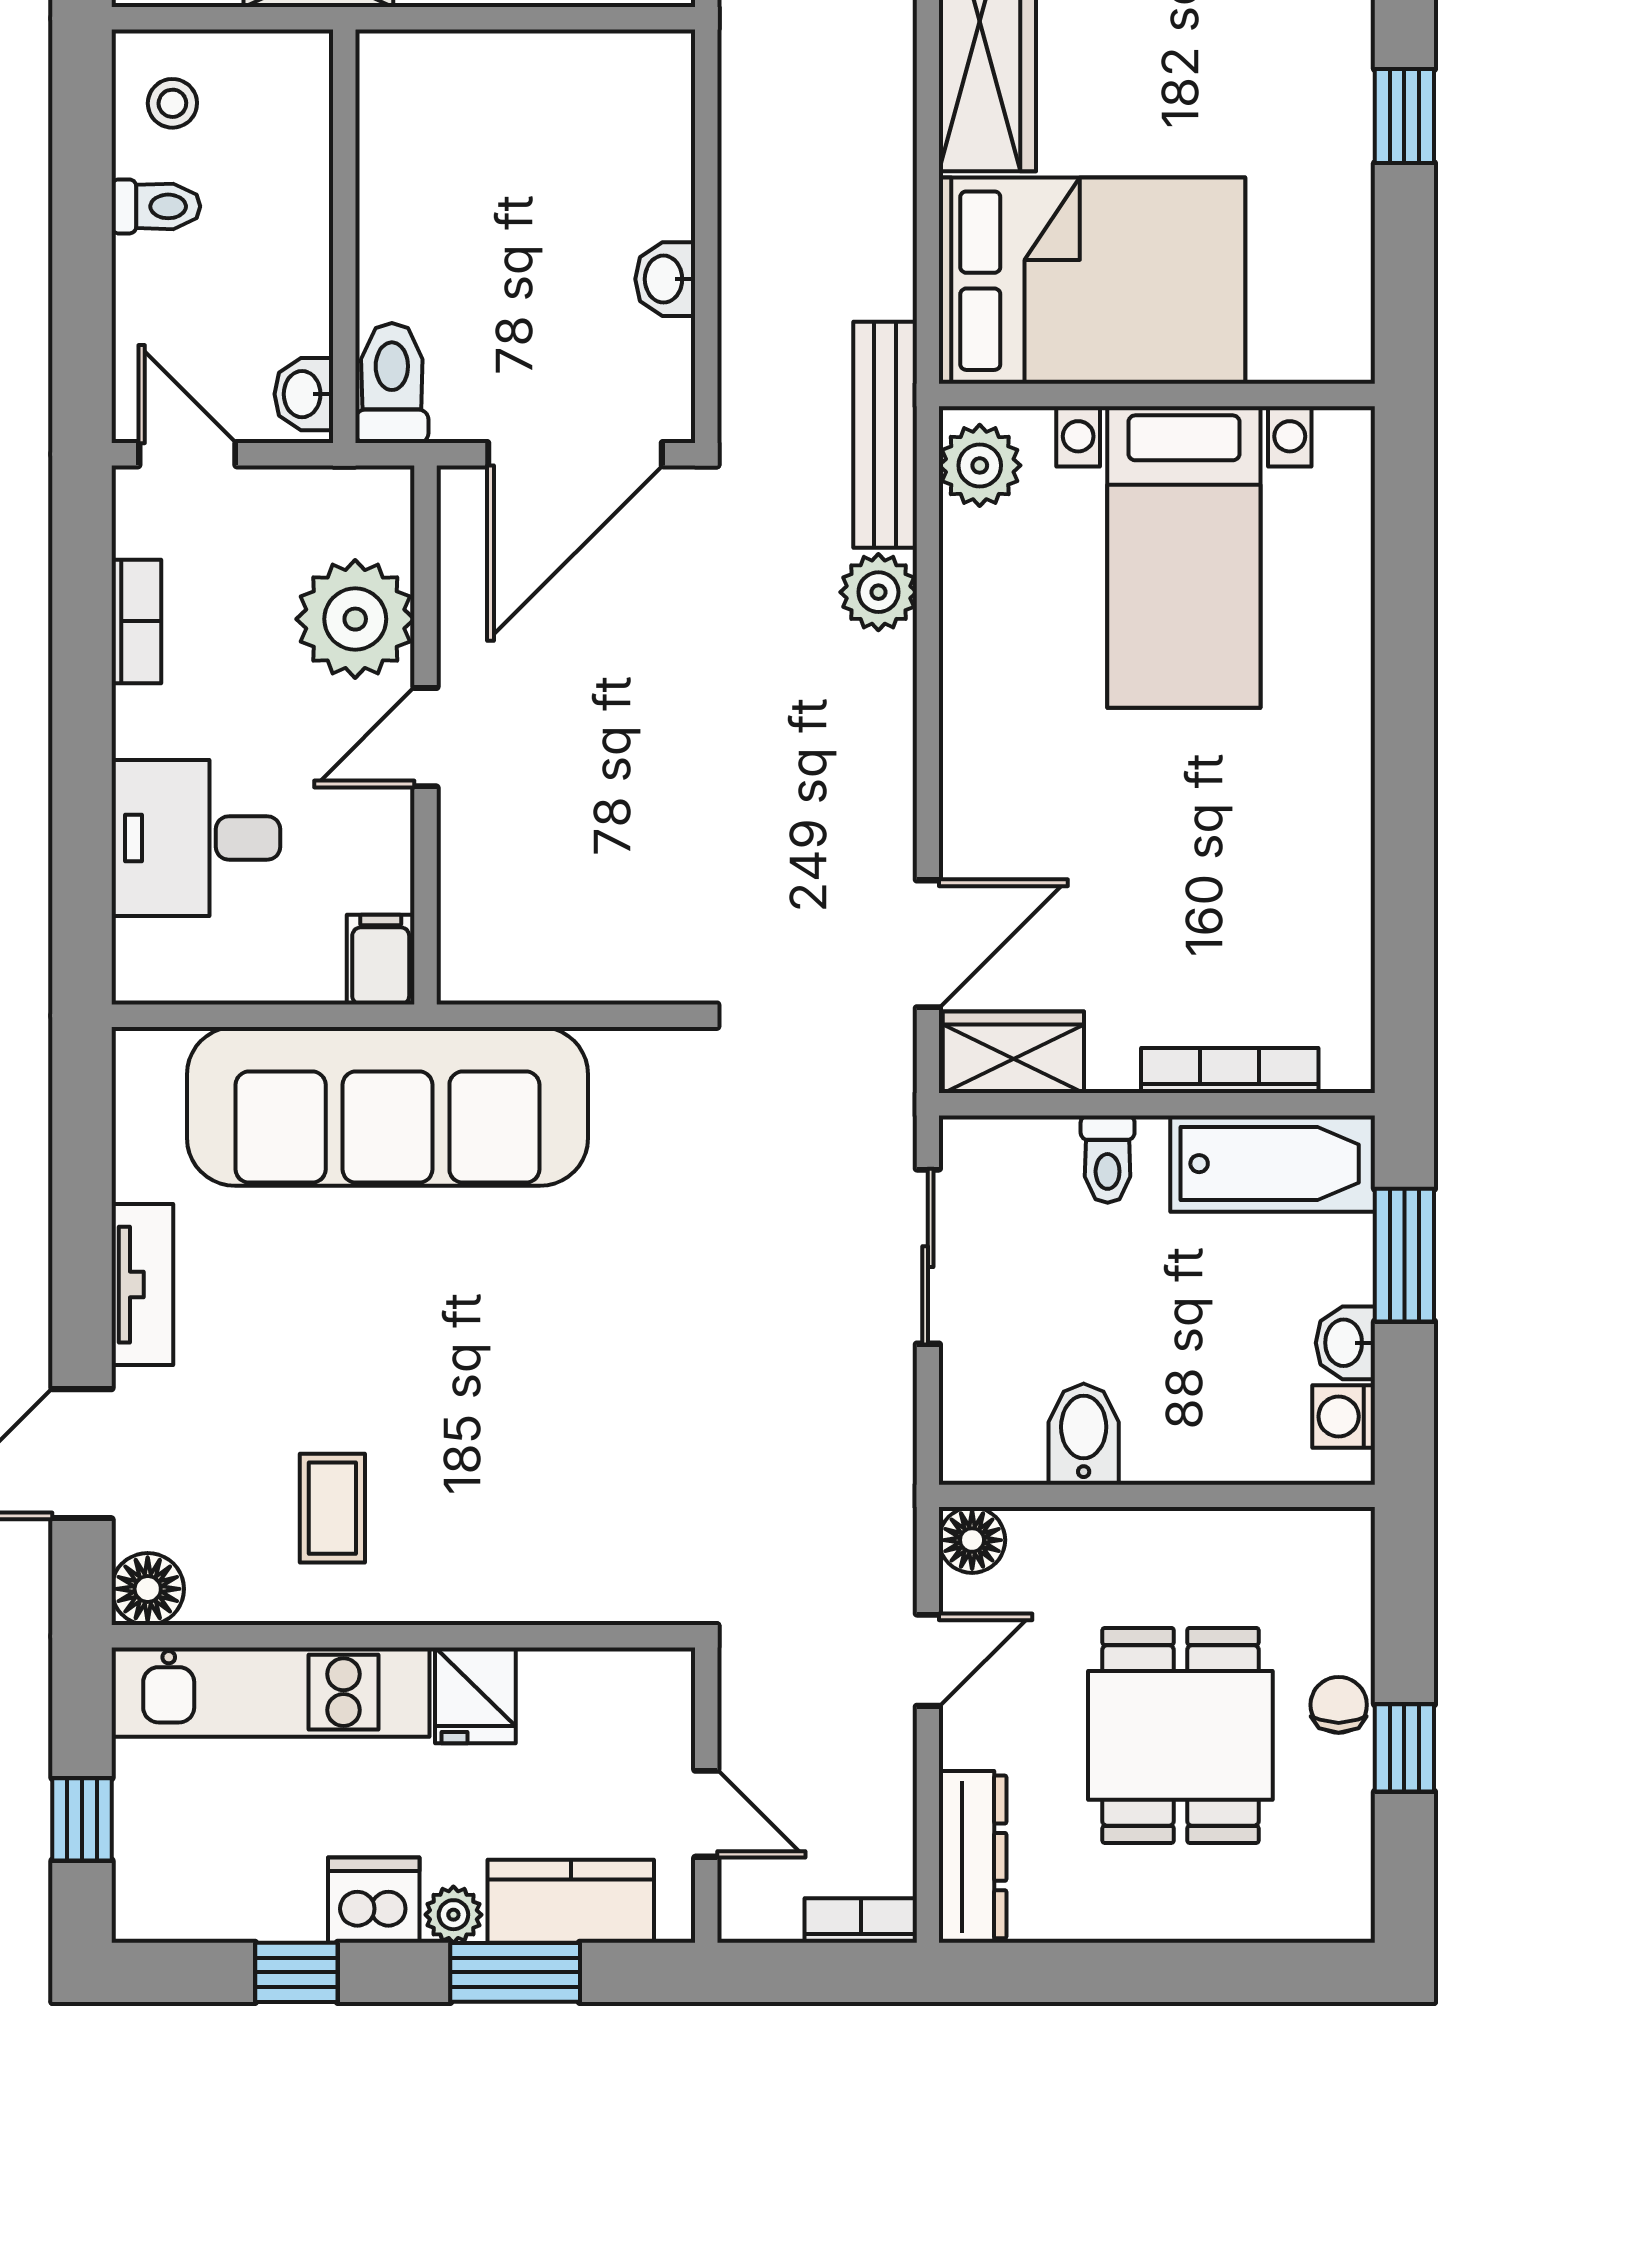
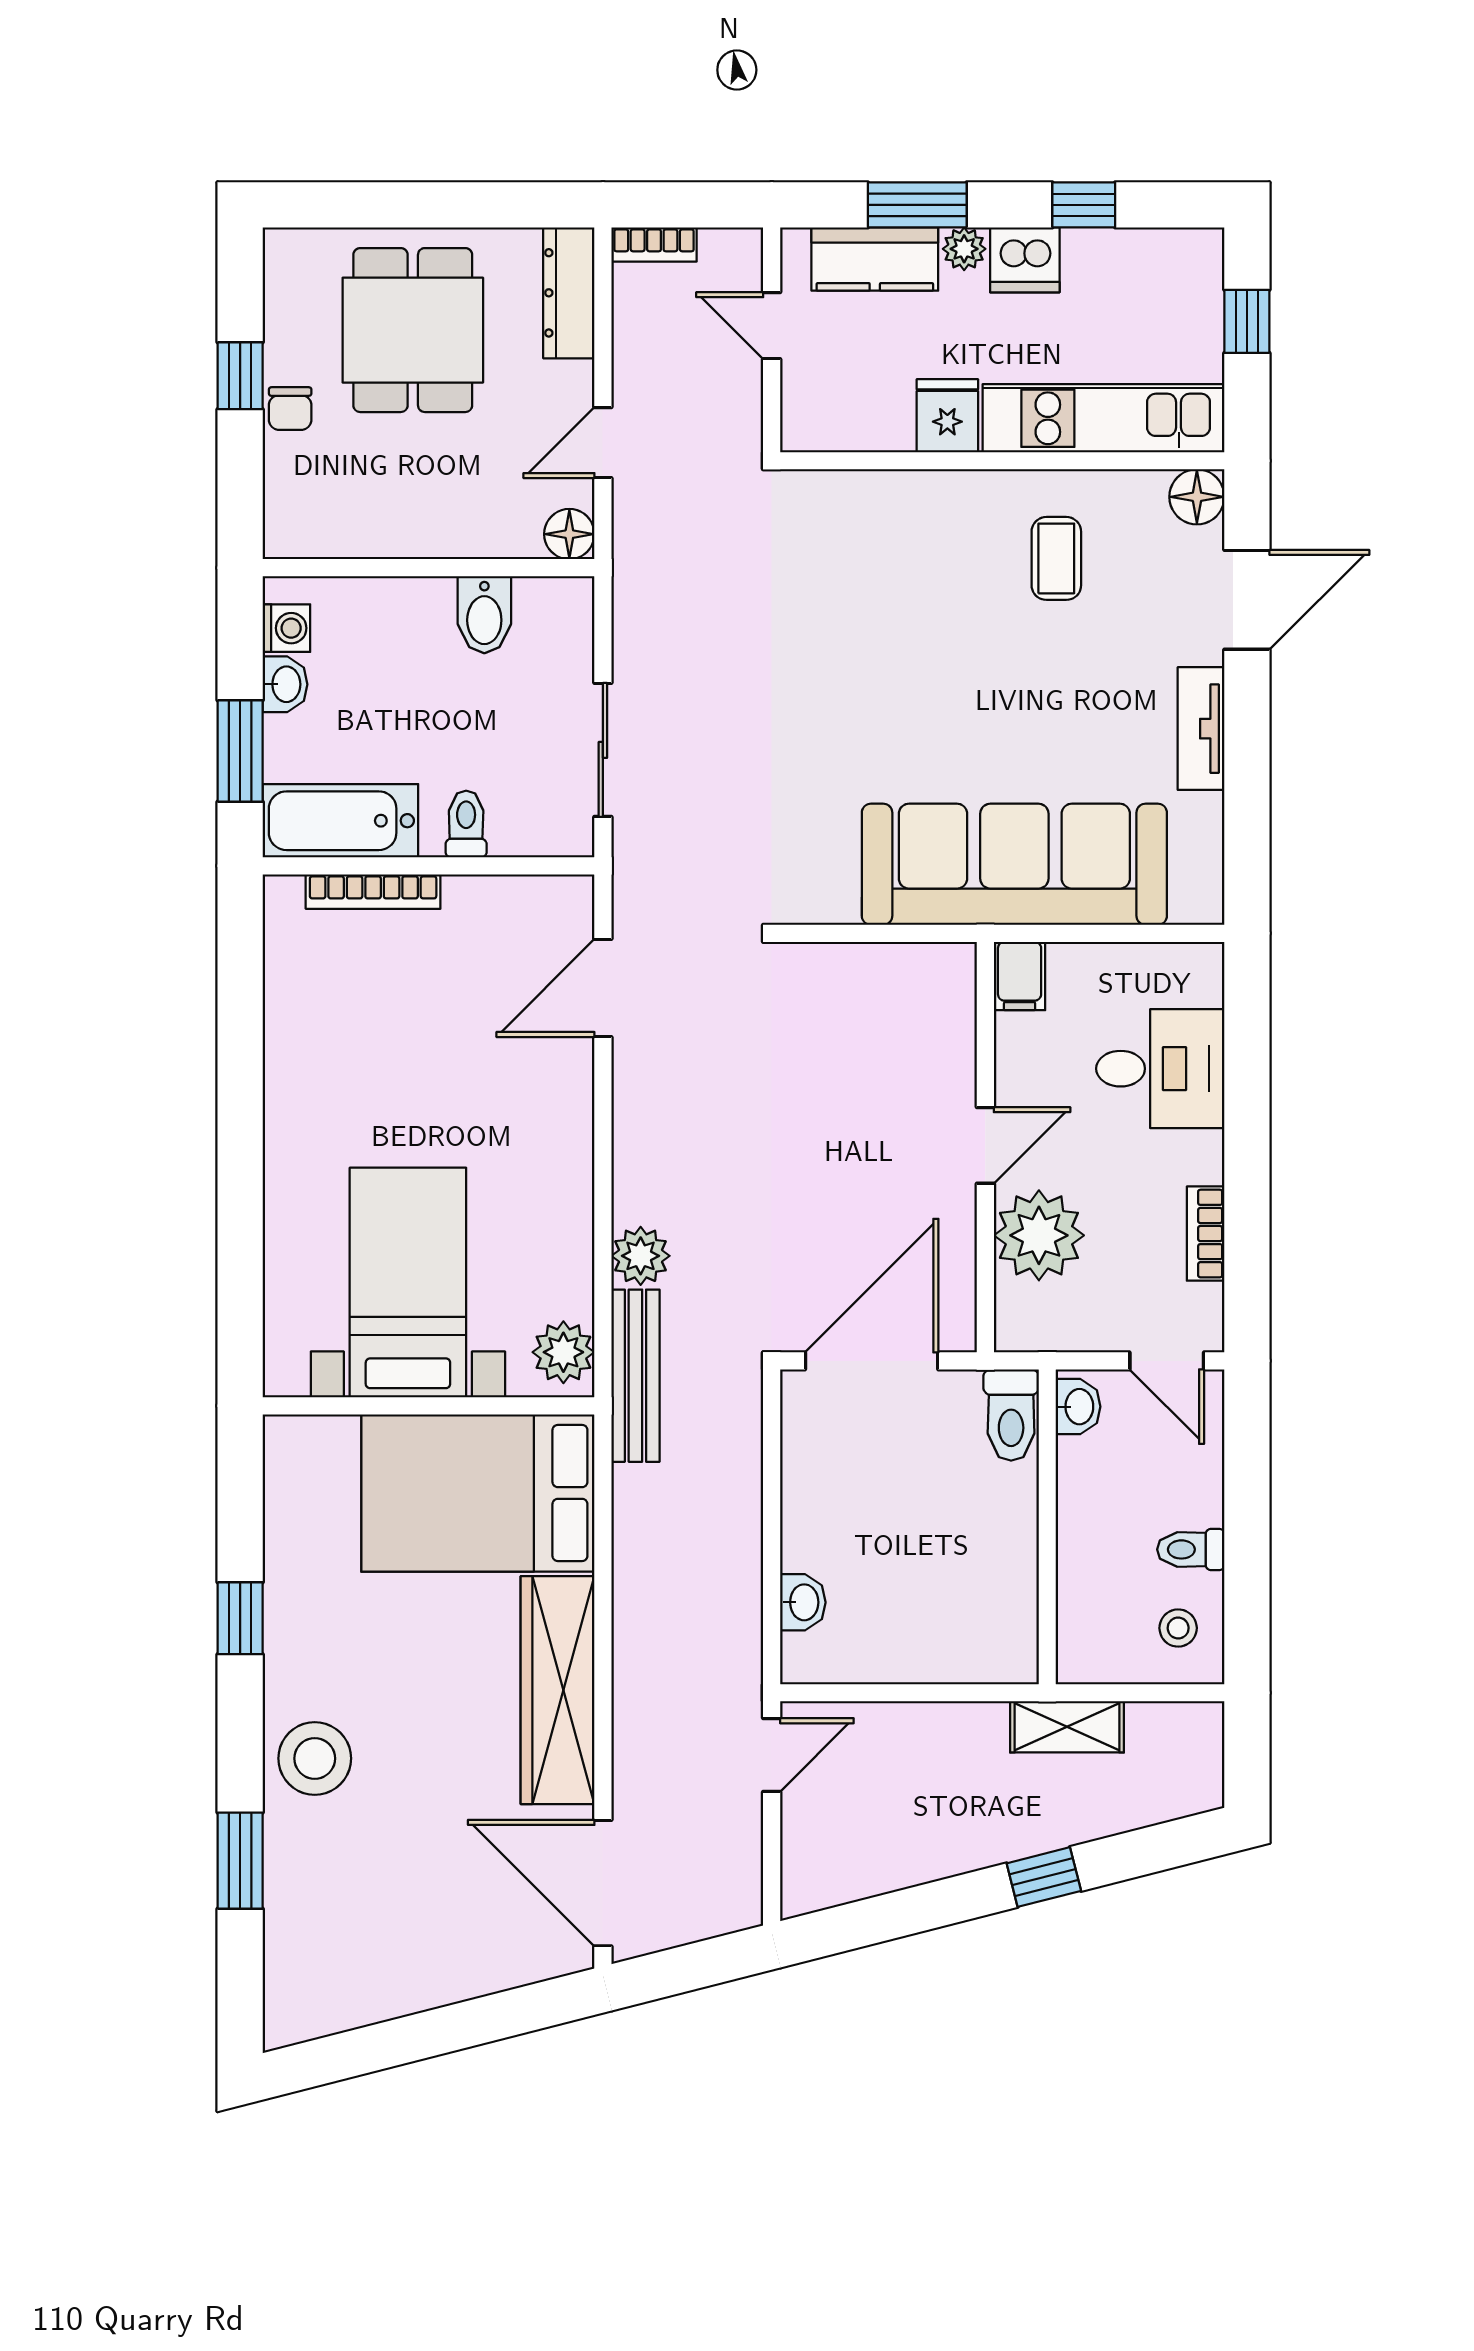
washbasin: (665, 279) -> (803, 1602), moved
wardrobe: (1013, 1052) -> (538, 905), removed
dining table: (1180, 1735) -> (413, 330), moved

